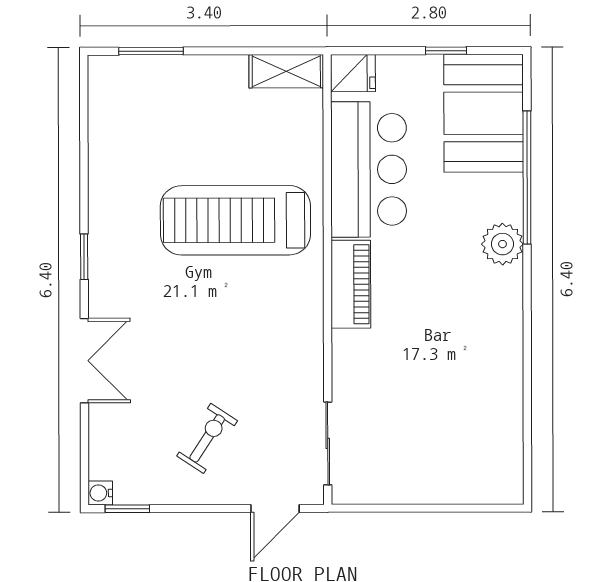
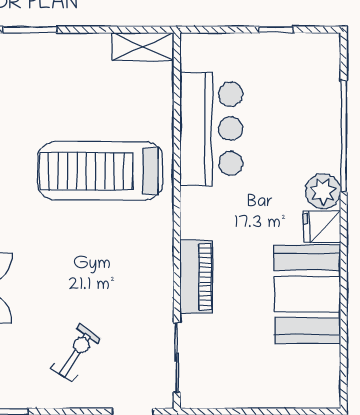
fridge: (353, 73) -> (322, 227), moved, turned 180
booth: (484, 113) -> (307, 294), moved
piano: (351, 284) -> (196, 277), moved

